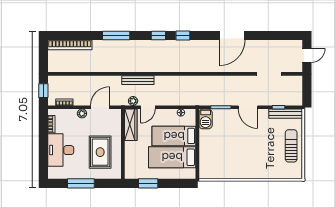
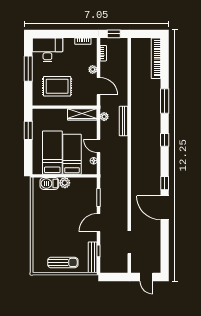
window: (183, 36) -> (165, 183), moved
door: (148, 107) -> (98, 146), moved
barbecue: (206, 119) -> (49, 183), moved
plant: (205, 144) -> (65, 183), added
desk: (61, 150) -> (47, 50), moved

